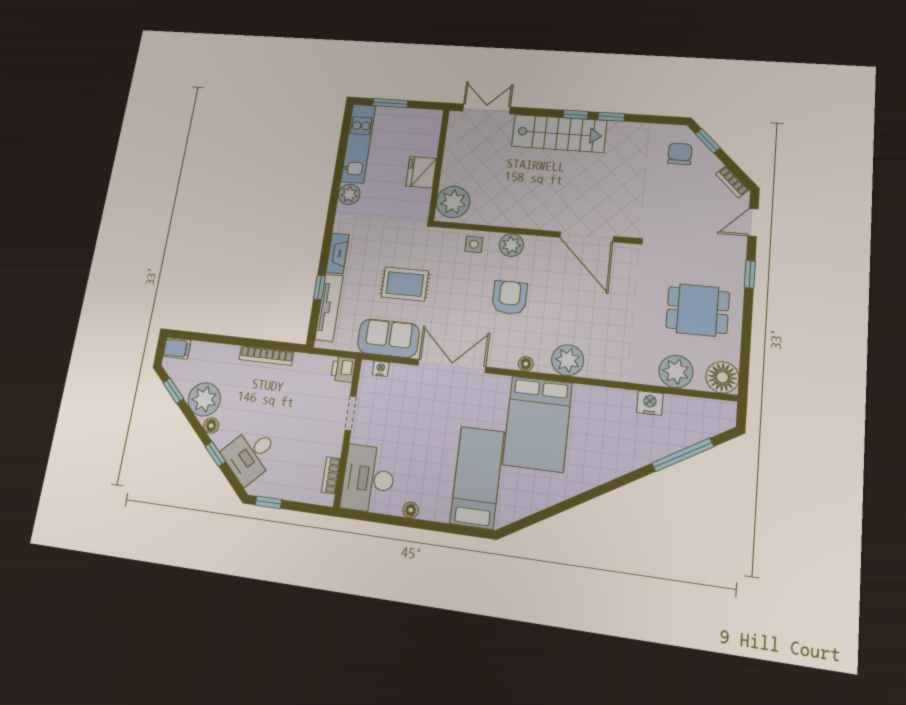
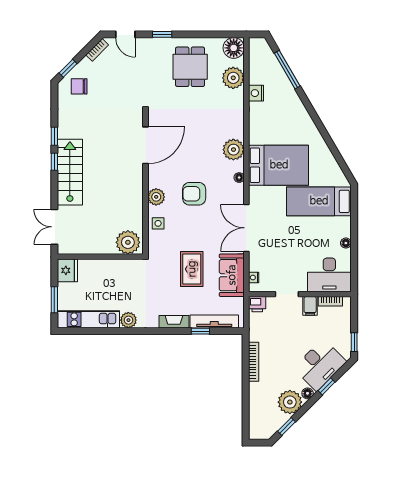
fridge: (421, 172) -> (67, 270), moved, turned -90
filing cabinet: (177, 348) -> (310, 306), moved, turned 180
desk: (251, 455) -> (320, 365), width x1.37

